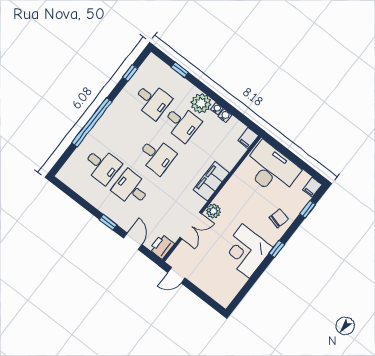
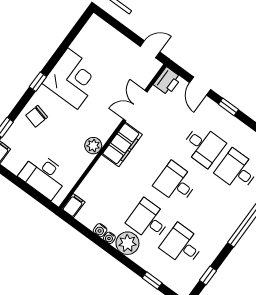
desk: (271, 169) -> (44, 176), width x0.73, depth x0.77
filing cabinet: (211, 181) -> (122, 144), moved
plant: (213, 211) -> (93, 146), moved

